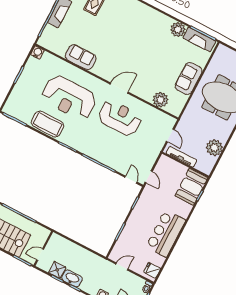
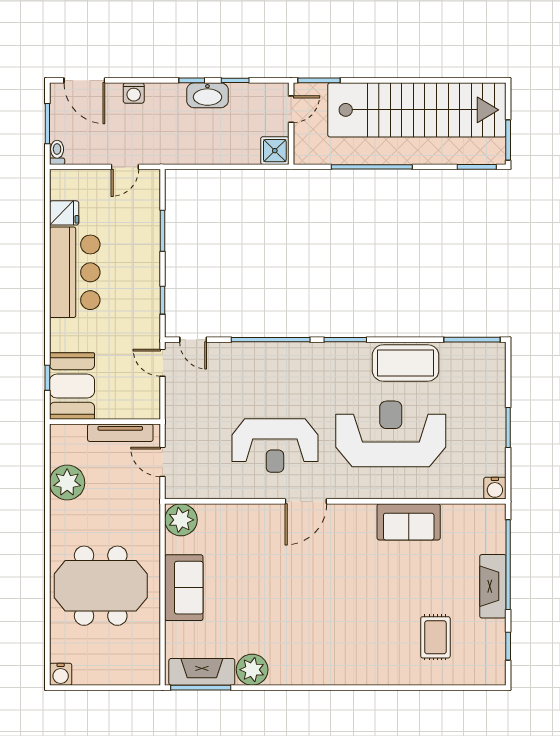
plant: (161, 100) -> (181, 520), moved
shower: (57, 270) -> (275, 151), moved
fridge: (152, 270) -> (64, 213), moved

